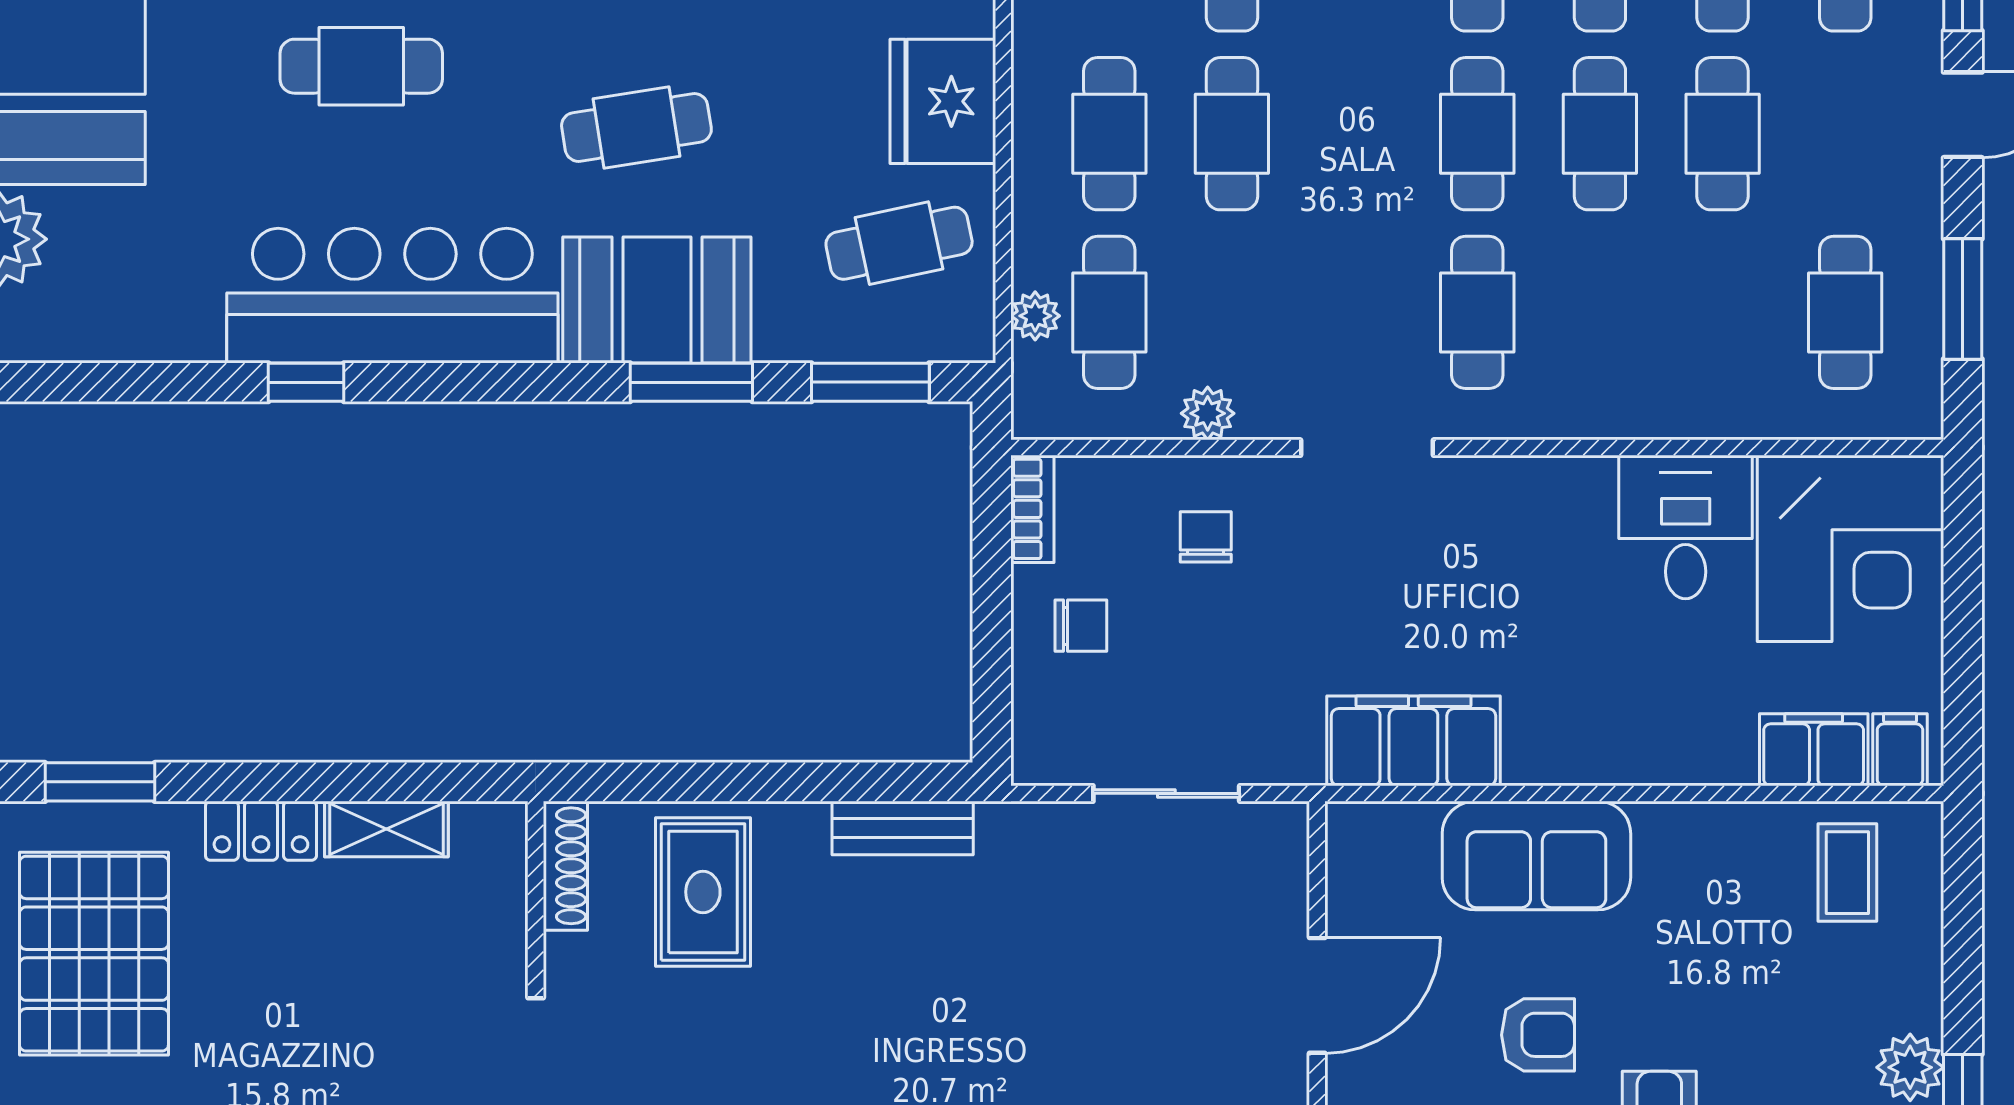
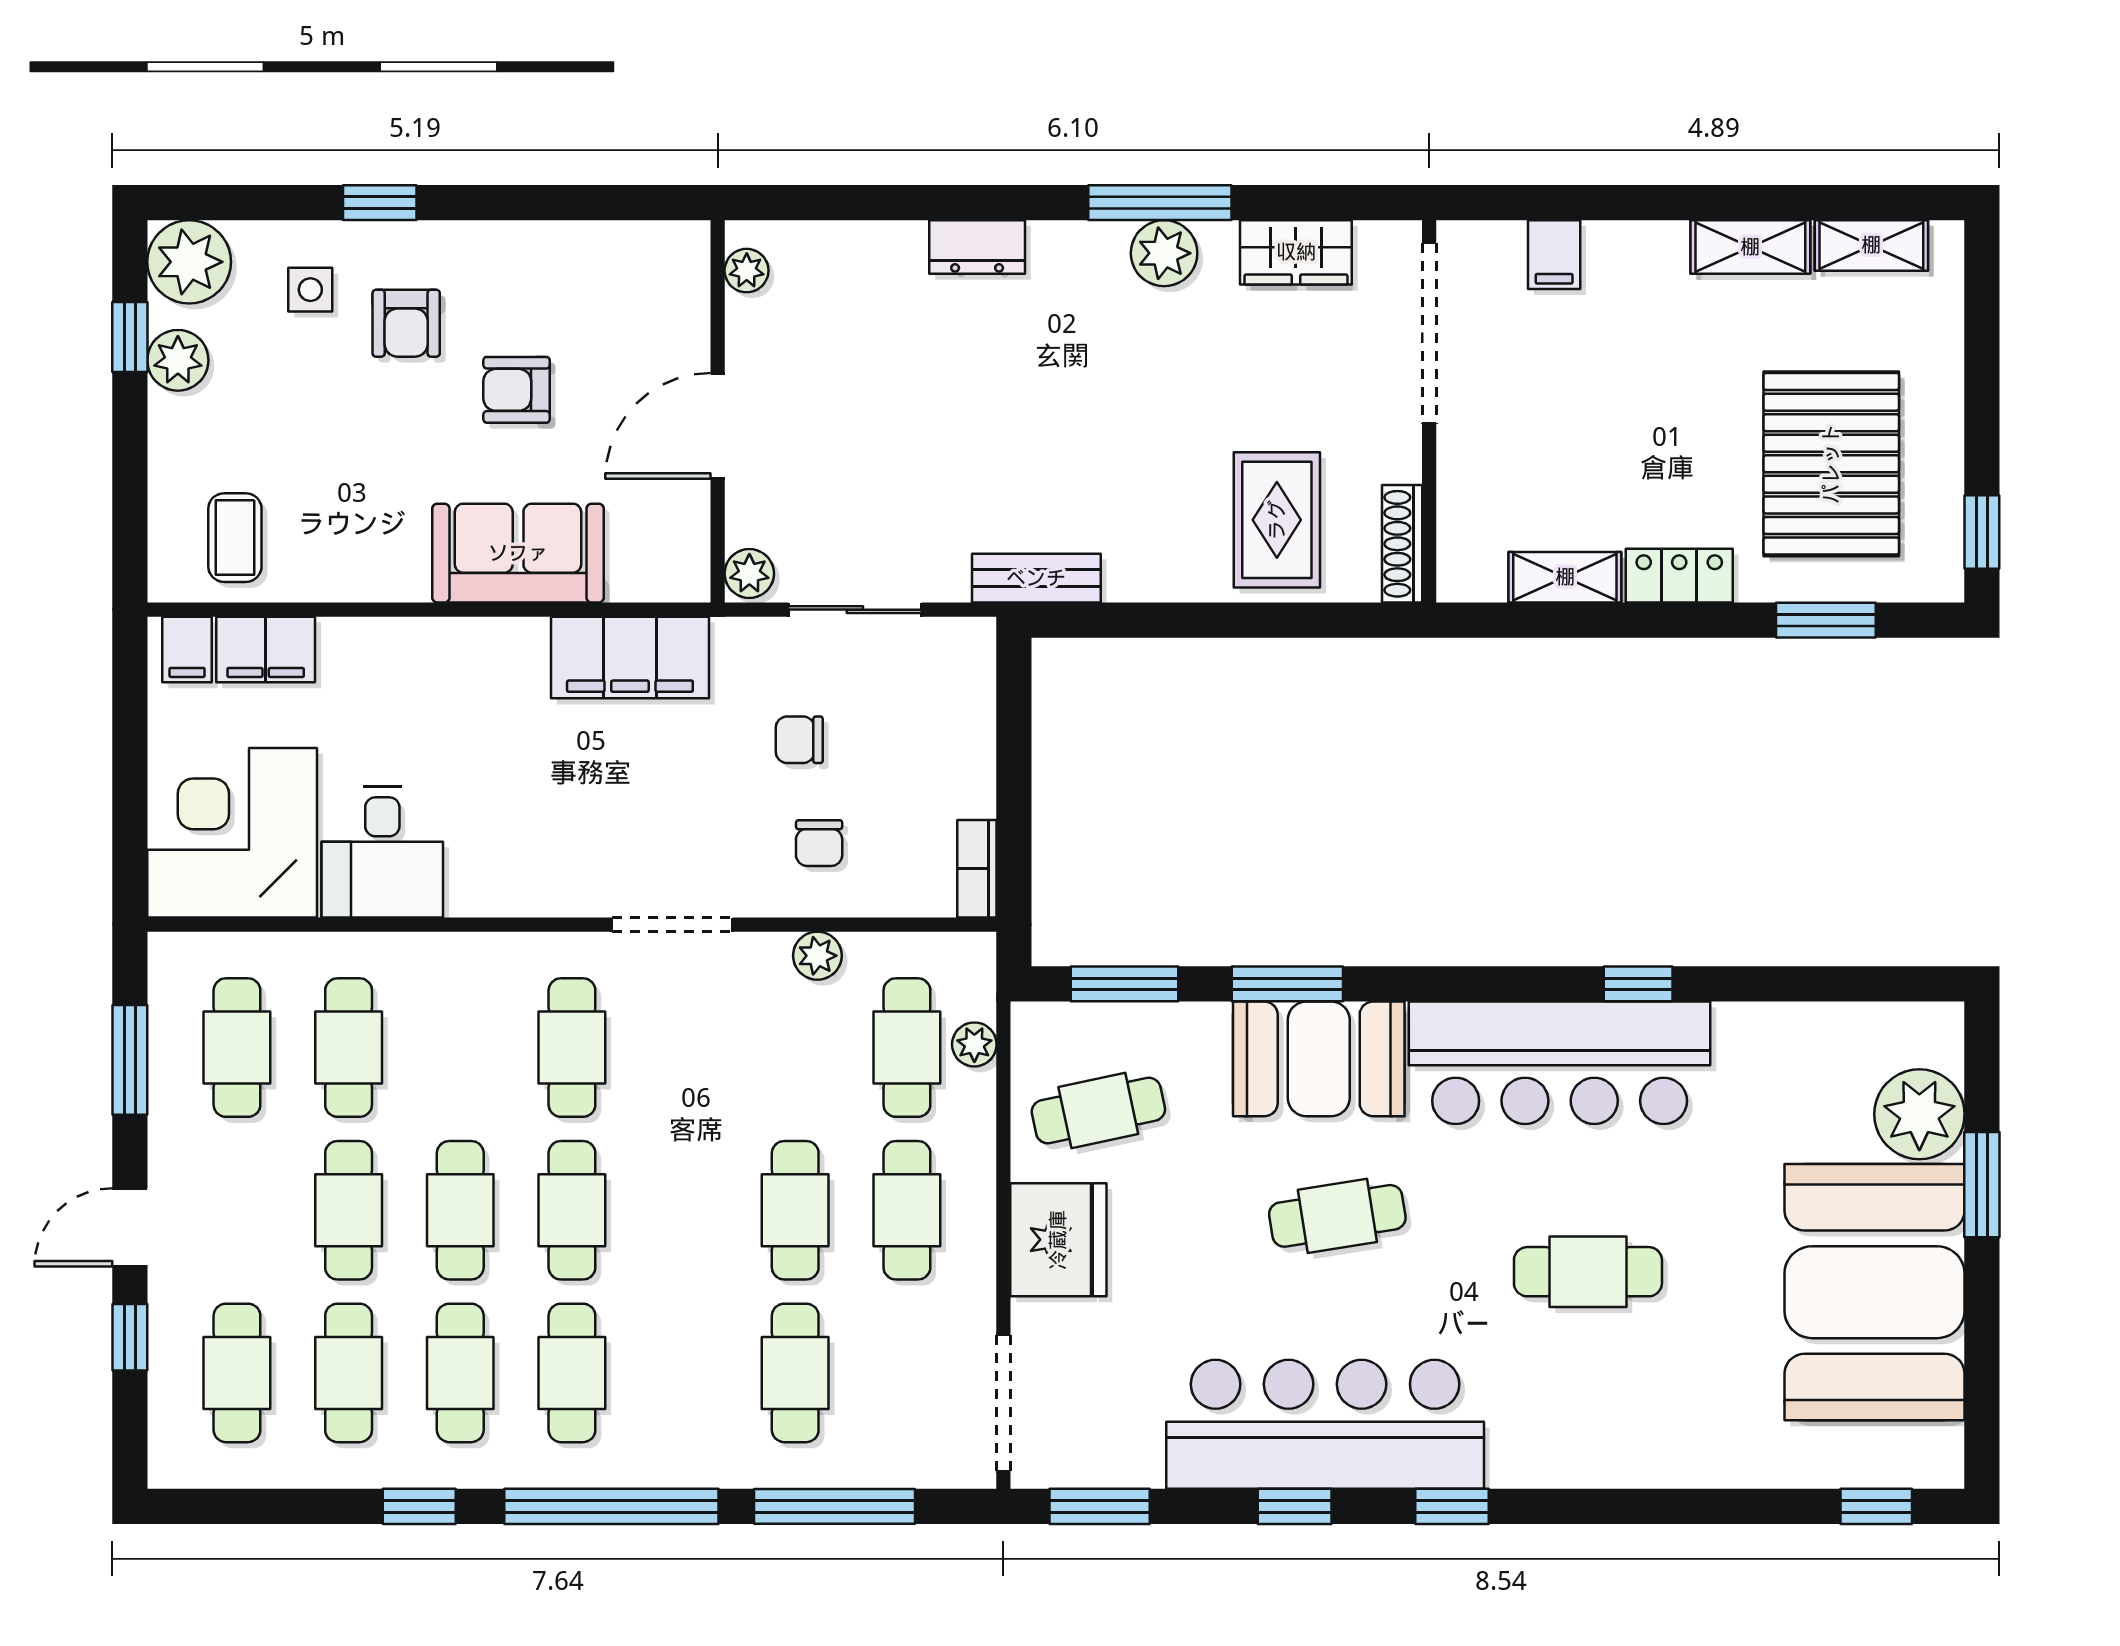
cafe table: (1723, 312) -> (349, 1048), added
chair: (1081, 626) -> (799, 740), moved
bench: (903, 828) -> (1036, 578), moved
plant: (1282, 833) -> (749, 574), added

